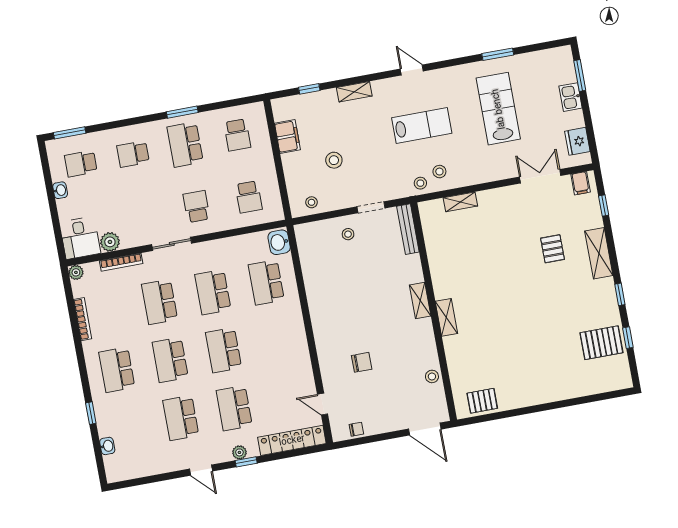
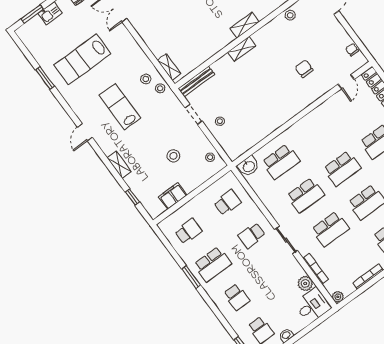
shelving: (460, 202) -> (169, 67), moved

